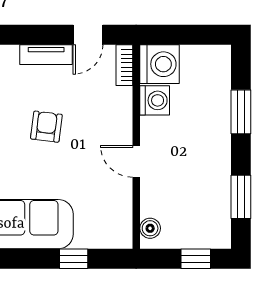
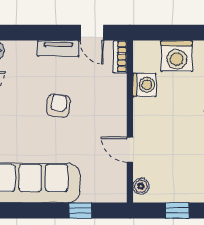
door: (88, 35) -> (92, 33), hinge flipped
washing machine: (159, 64) -> (177, 56), moved, turned 90
door: (136, 161) -> (130, 150), moved

